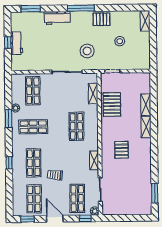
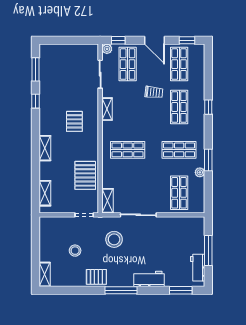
window: (8, 43) -> (208, 250), width x2.17
workbench: (17, 43) -> (198, 268), moved
shelving: (93, 94) -> (108, 201), moved
shelving: (146, 105) -> (45, 193), moved
shop shelf: (76, 126) -> (128, 150), turned 90
window: (154, 167) -> (35, 101), added

